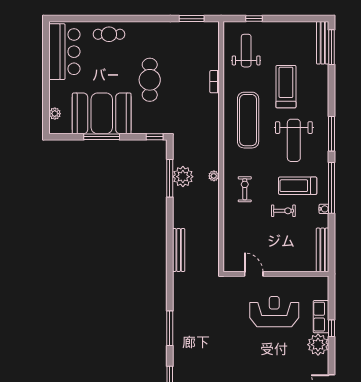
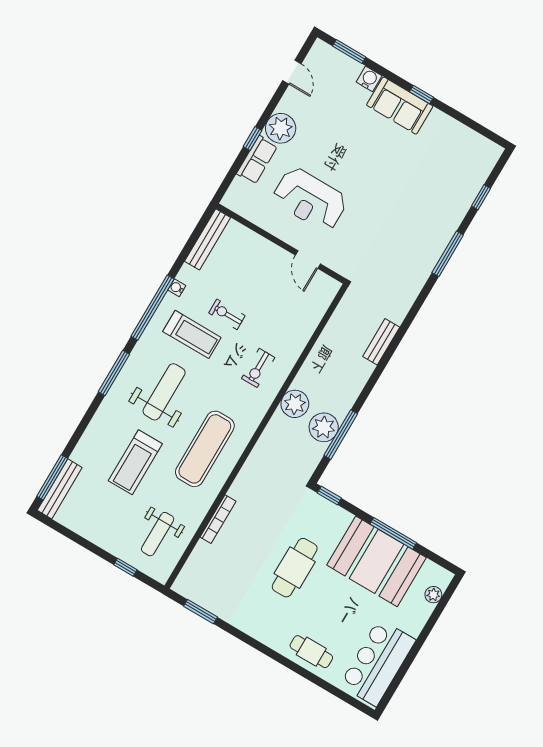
bookcase: (214, 82) -> (218, 519), width x1.56
plant: (214, 176) -> (295, 404), width x1.87, depth x1.87
bench: (179, 250) -> (381, 342), width x0.73

